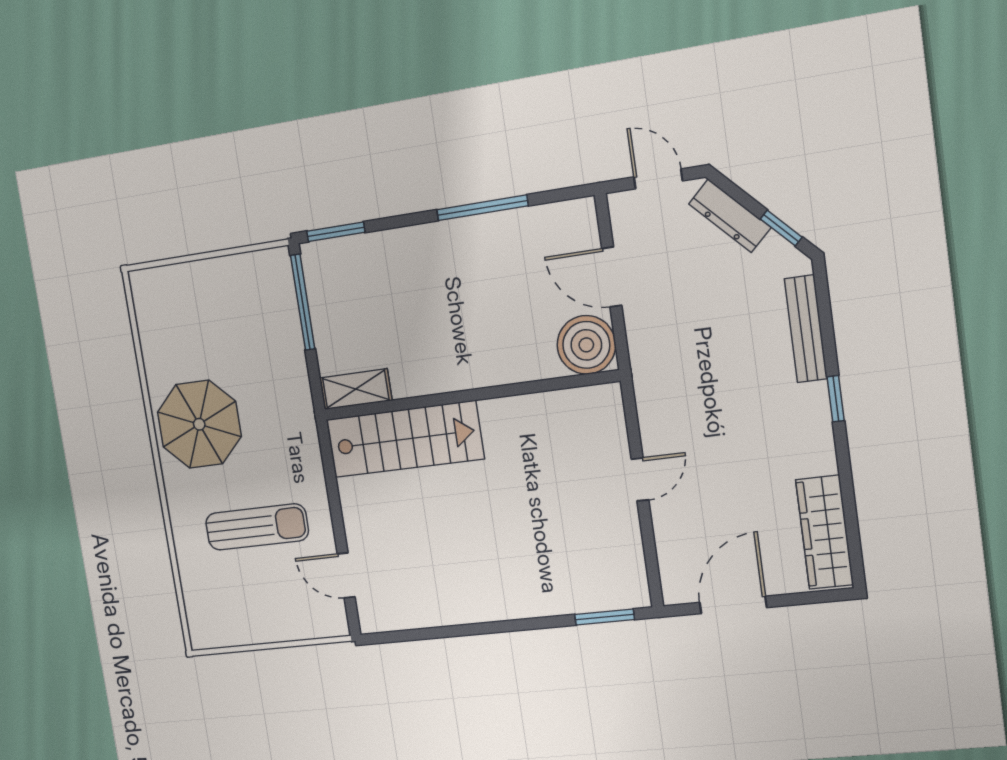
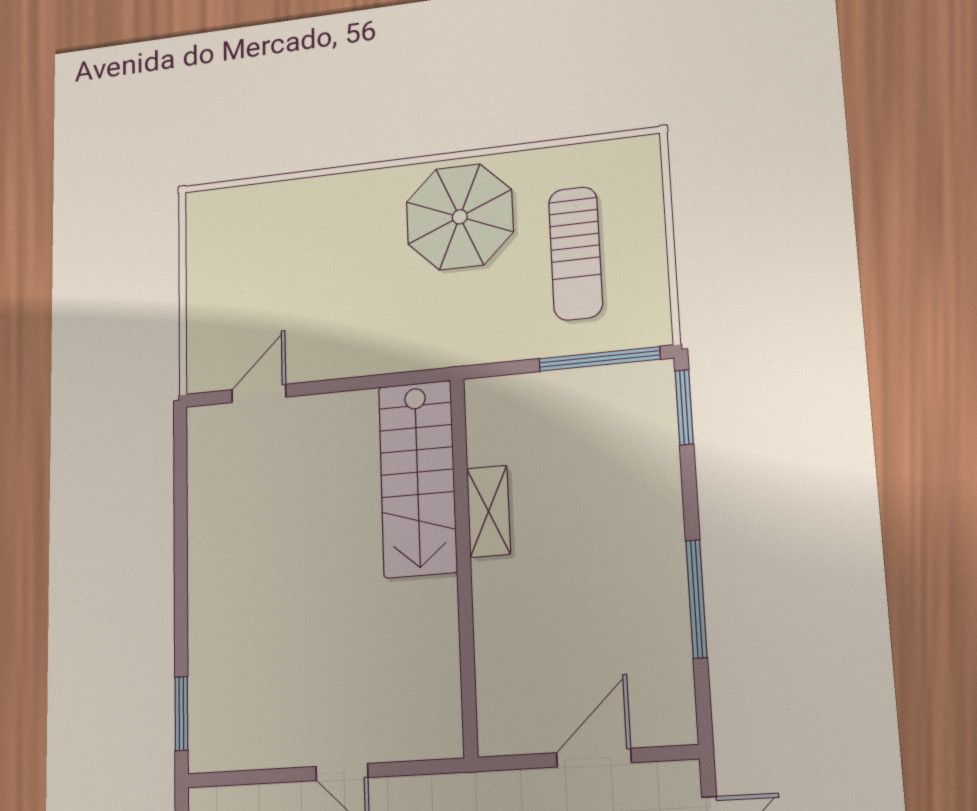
boiler: (586, 345) -> (513, 718), removed
shelving: (356, 389) -> (488, 511), moved
sun lounger: (257, 527) -> (575, 253), moved

